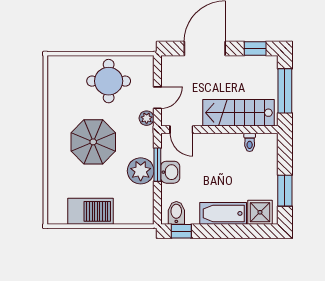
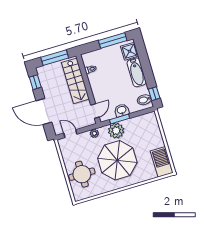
round table: (109, 81) -> (82, 174), moved
door: (157, 98) -> (70, 134), moved
parasol: (93, 142) -> (117, 160), width x1.36, depth x1.36
plant: (141, 171) -> (116, 131), moved
window: (285, 191) -> (113, 40), width x1.44
barbecue: (90, 211) -> (162, 162), moved

